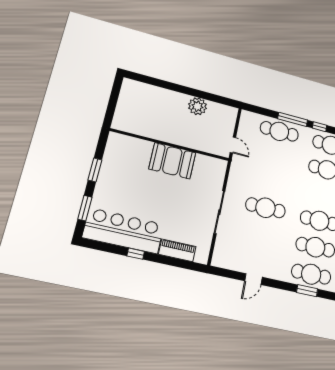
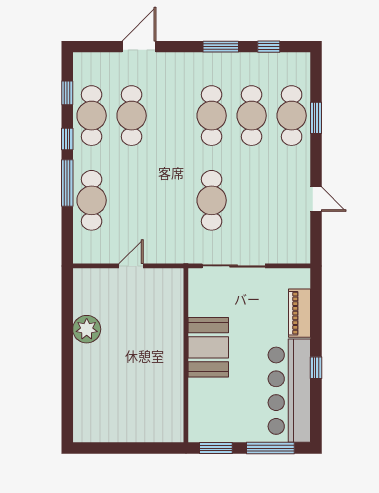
wall: (170, 145) -> (186, 355), moved
booth: (172, 161) -> (208, 347), moved
window: (85, 208) -> (270, 448), width x1.44

